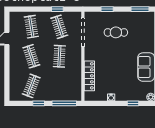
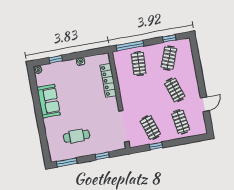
cafe table: (116, 32) -> (76, 136), moved
clothes rail: (59, 56) -> (139, 64), moved
window: (39, 103) -> (169, 38), moved

